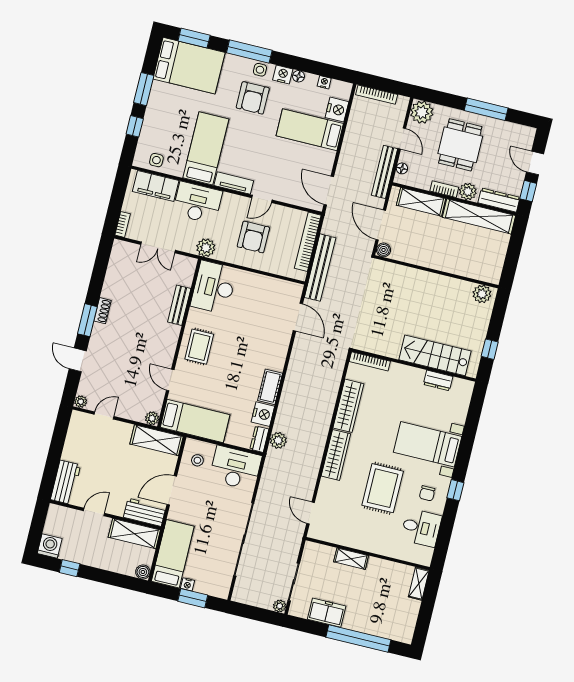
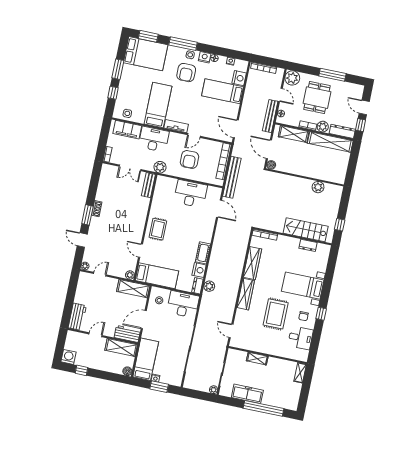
desk: (214, 287) -> (191, 194), moved, turned 90
plant: (482, 294) -> (318, 187), moved
bench: (179, 305) -> (148, 185), moved
freezer: (327, 613) -> (247, 394), width x1.40

